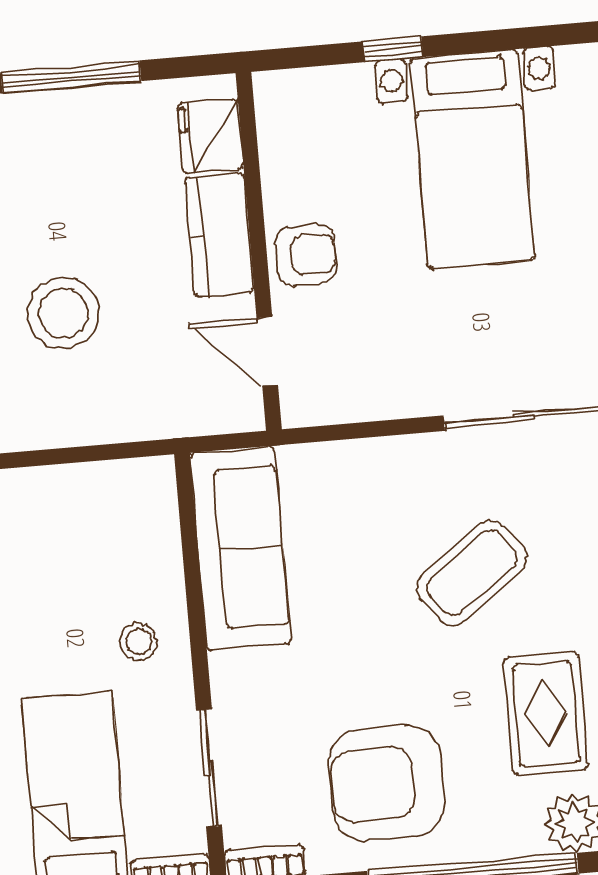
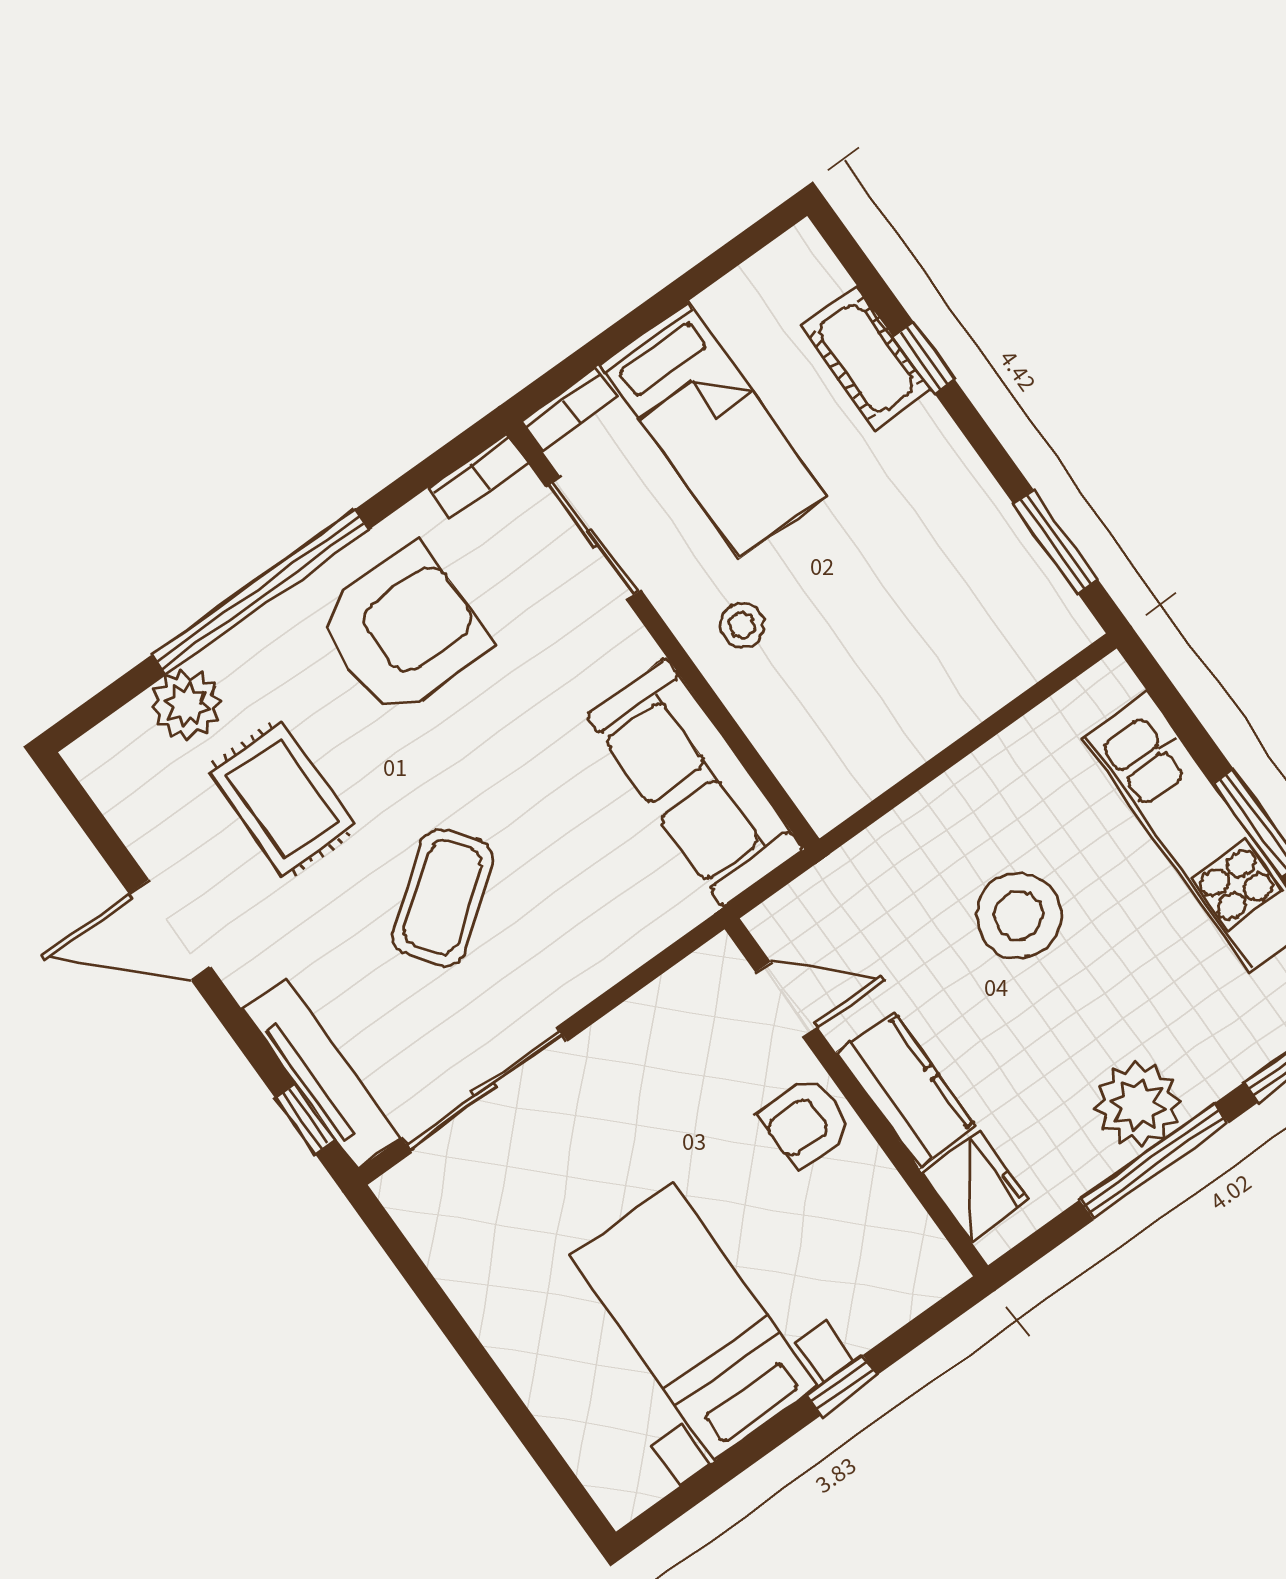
plant: (58, 125) -> (1138, 1105), added

